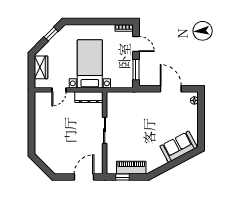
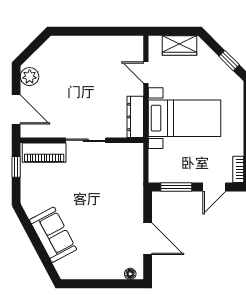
door: (171, 89) -> (148, 239), hinge flipped
sofa: (179, 147) -> (53, 235), moved
plant: (62, 168) -> (30, 77), added
piano: (131, 168) -> (44, 153), moved, turned 90

